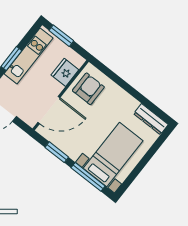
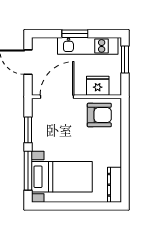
door: (49, 110) -> (57, 97), swing flipped

